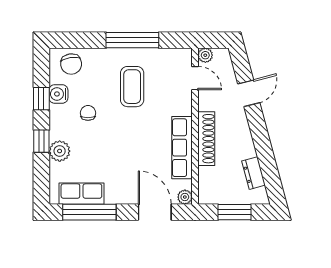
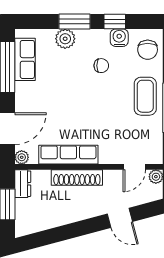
chair: (71, 64) -> (148, 50), turned -81
coffee table: (132, 87) -> (145, 96), moved, turned 90
window: (41, 141) -> (75, 21), width x1.50
dresser: (253, 173) -> (23, 184), moved, turned 105

